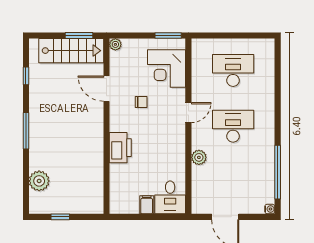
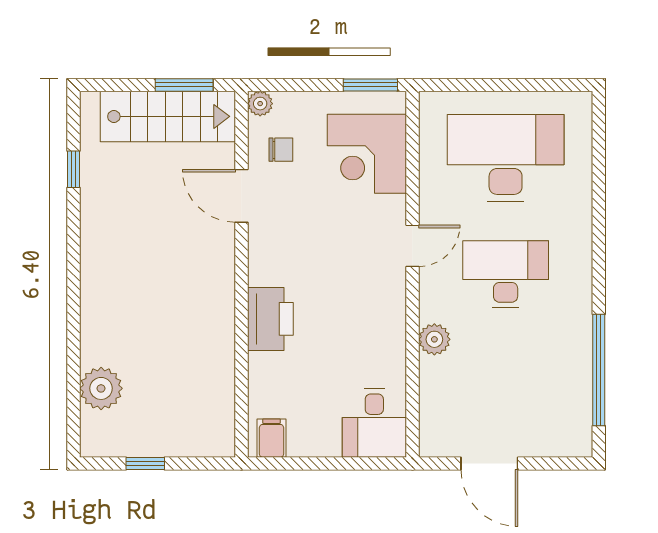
desk: (233, 70) -> (506, 158), width x1.36, depth x1.30
chair: (141, 102) -> (281, 150), moved
window: (26, 131) -> (74, 284), removed
filing cabinet: (147, 205) -> (272, 438), moved
water cooler: (270, 209) -> (582, 447), removed

